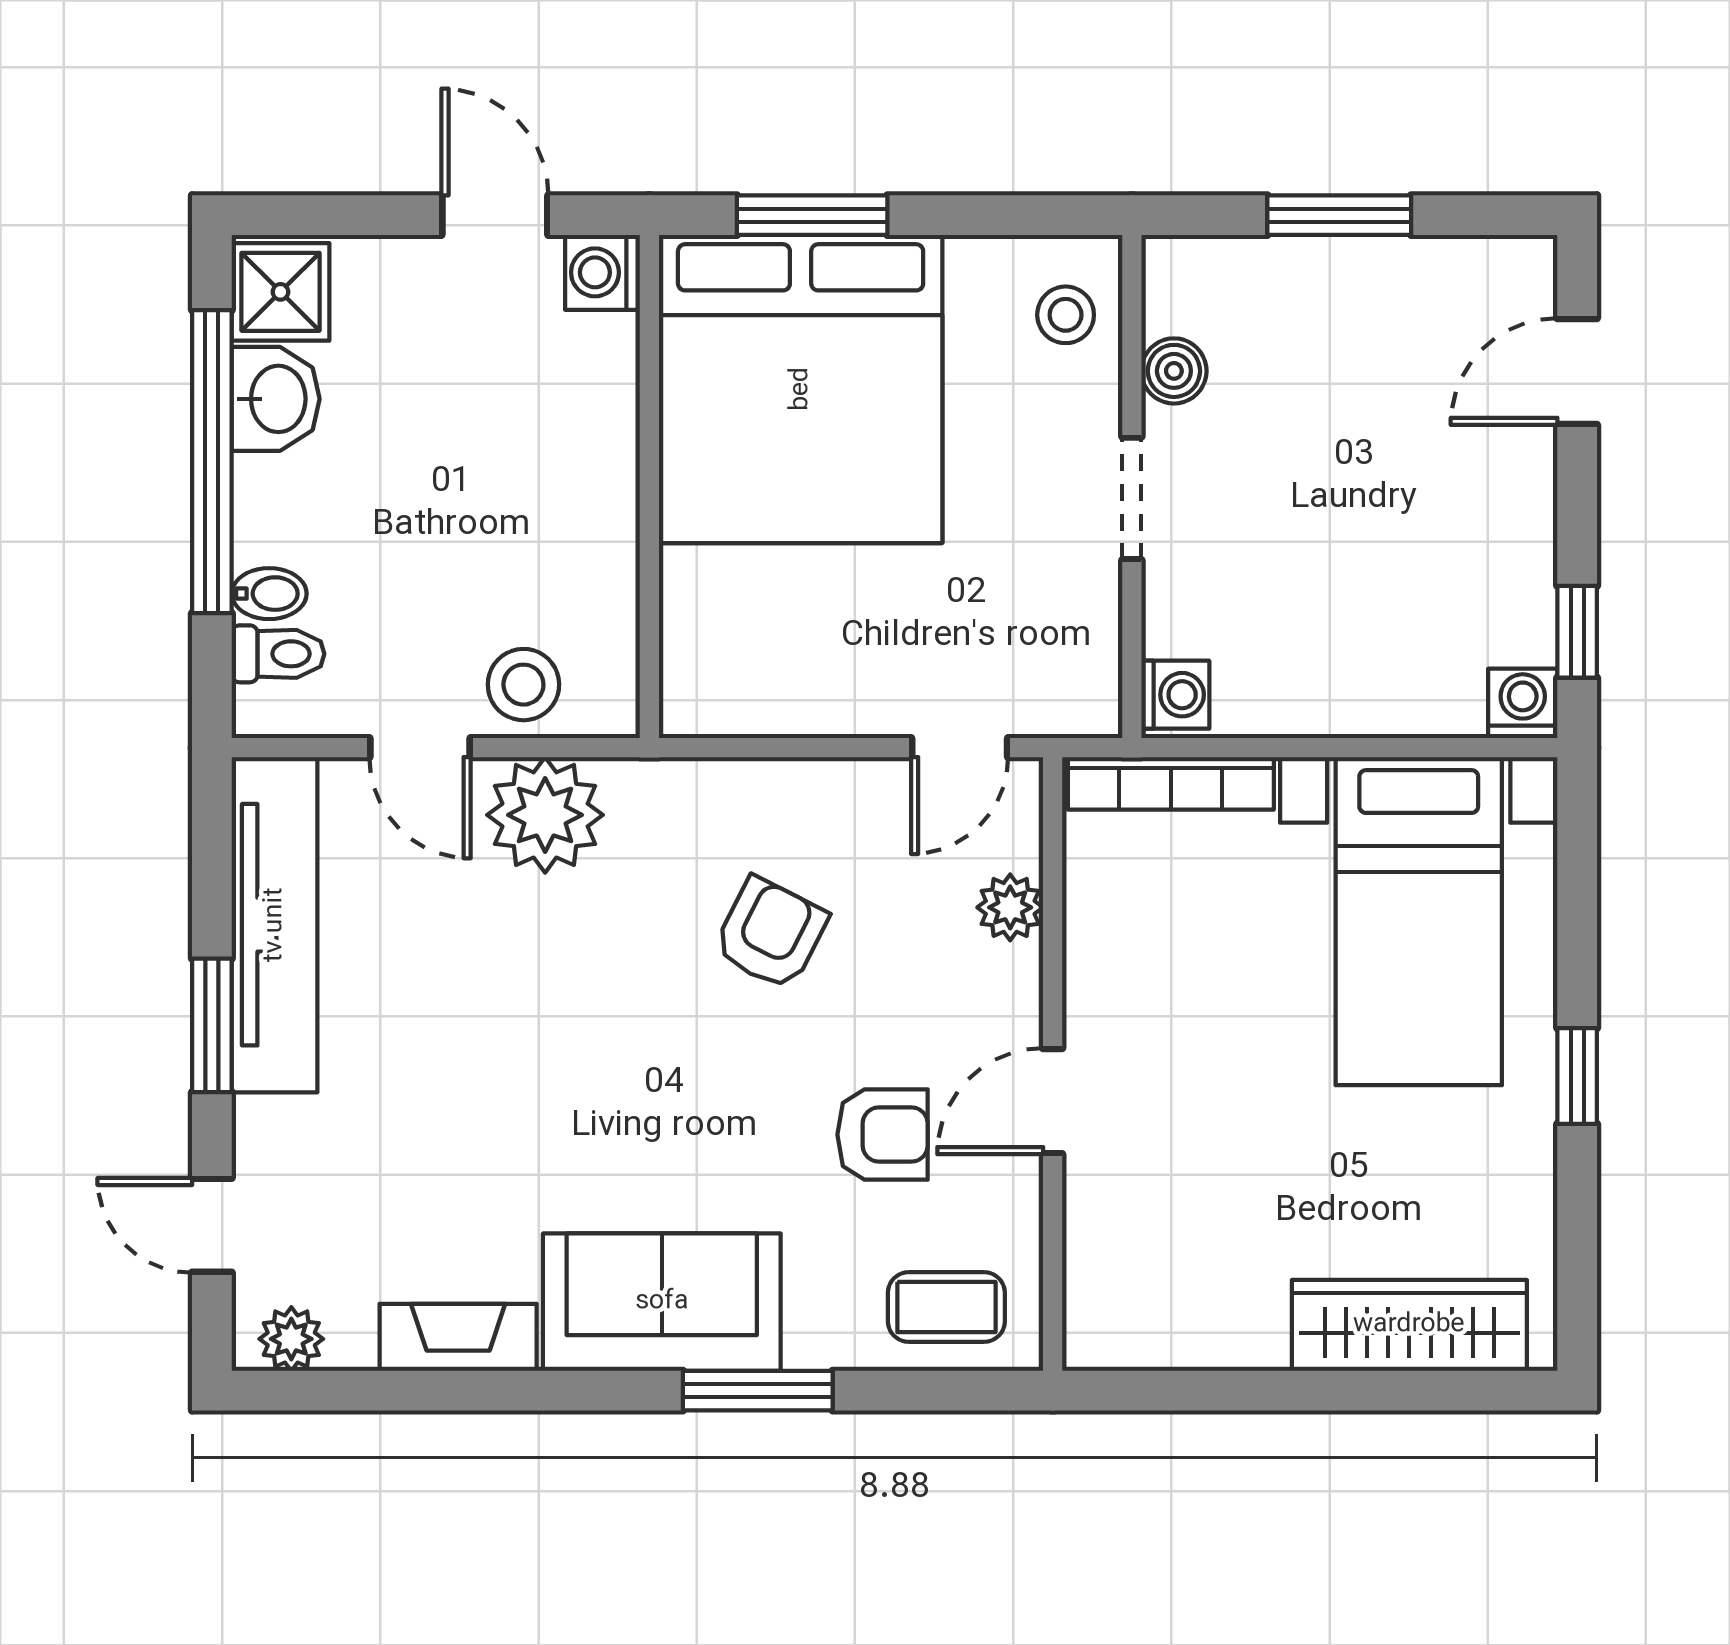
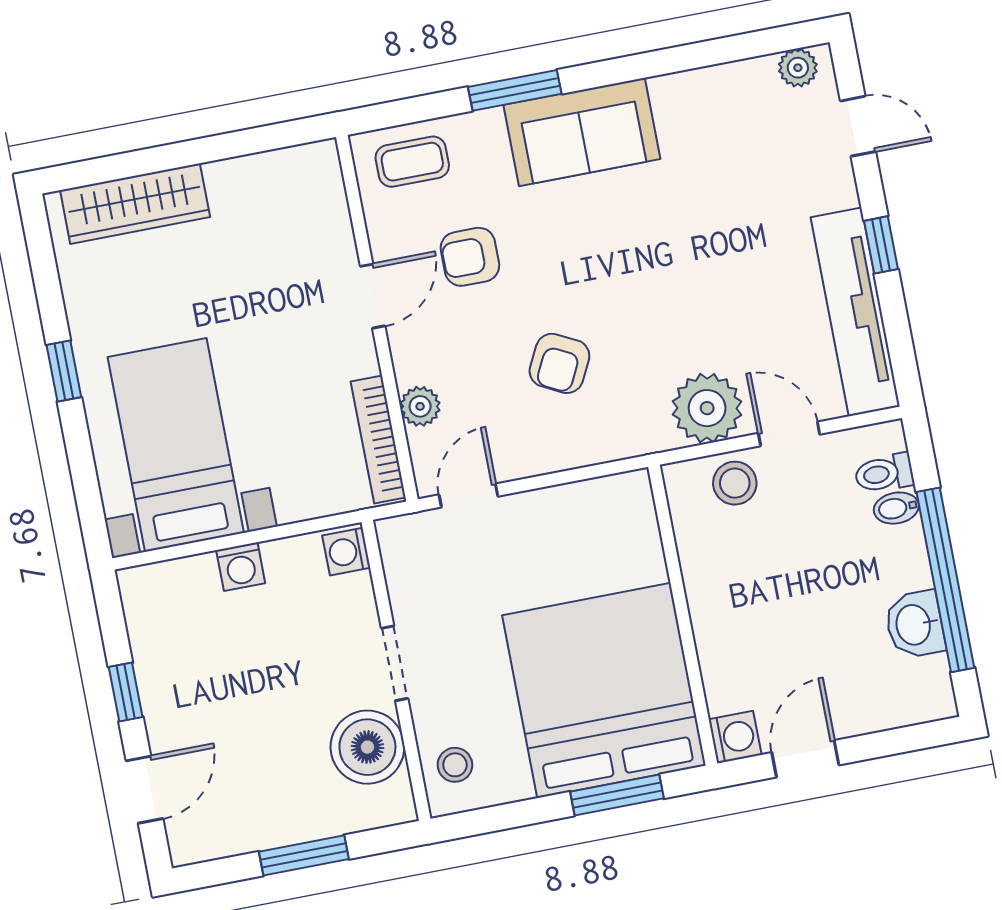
door: (495, 215) -> (805, 759), swing flipped
shower: (280, 292) -> (924, 689), removed
boiler: (1174, 371) -> (367, 747), width x1.86, depth x1.86
window: (1577, 632) -> (126, 692), moved
washing machine: (1523, 703) -> (241, 567), moved
bookcase: (1171, 783) -> (378, 439), moved, turned -90
window: (212, 1025) -> (881, 245), width x0.67
fireplace: (458, 1337) -> (699, 88), removed

